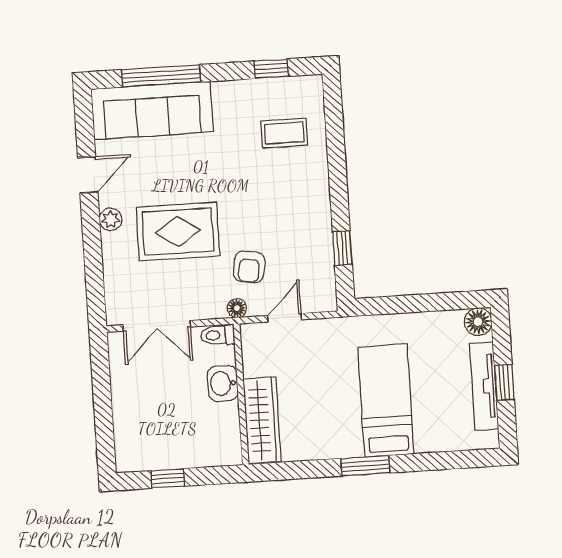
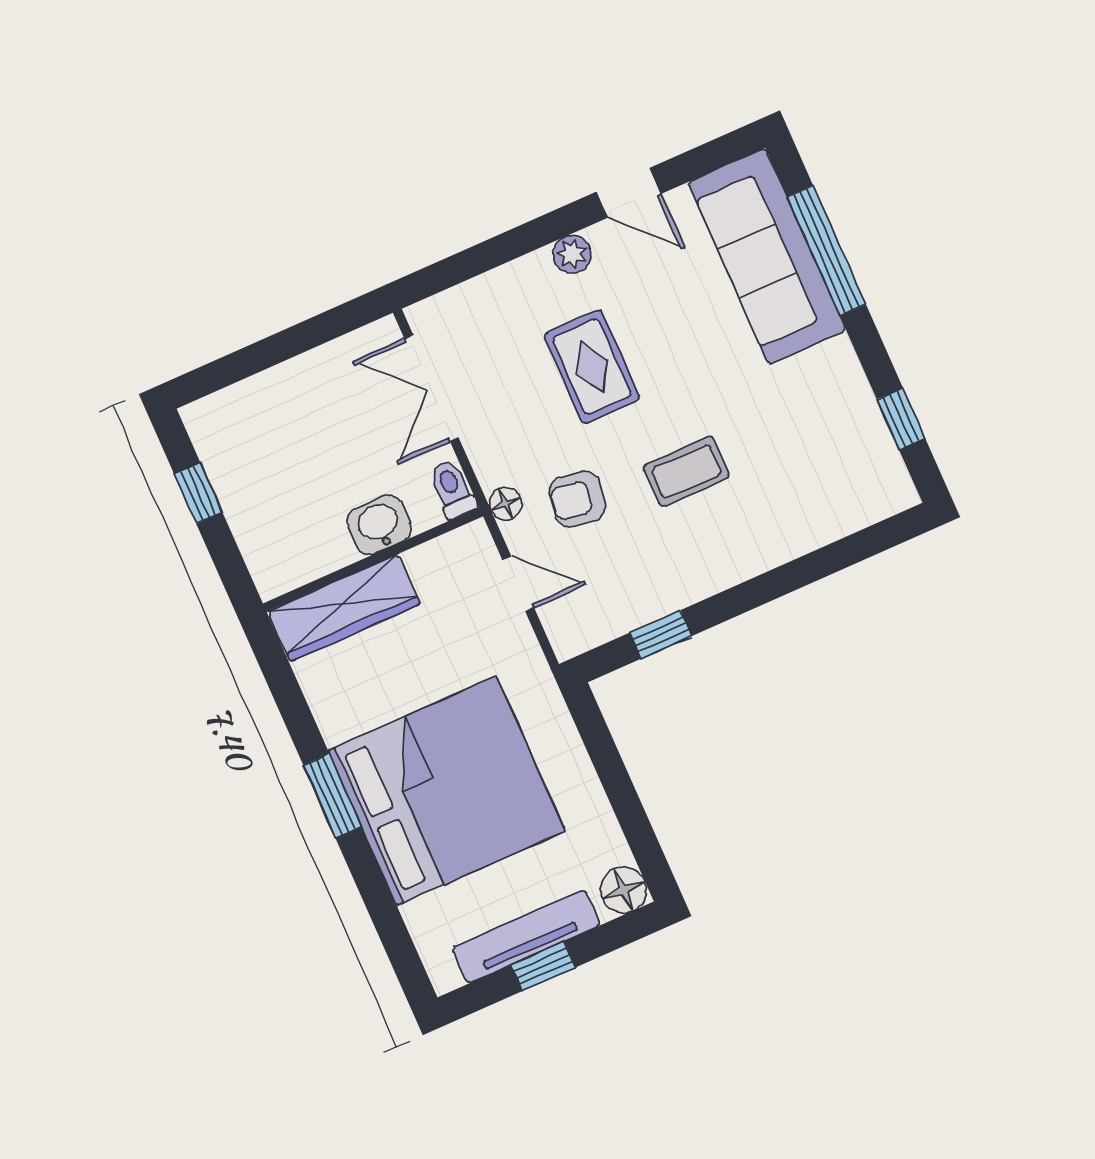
coffee table: (284, 133) -> (686, 471), moved, turned 90
rug: (178, 232) -> (592, 367), width x0.73, depth x0.70
bed: (386, 401) -> (447, 791), width x2.04

